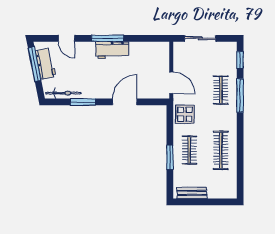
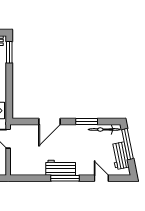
window: (35, 64) -> (128, 144), moved
window: (170, 157) -> (9, 52), moved

